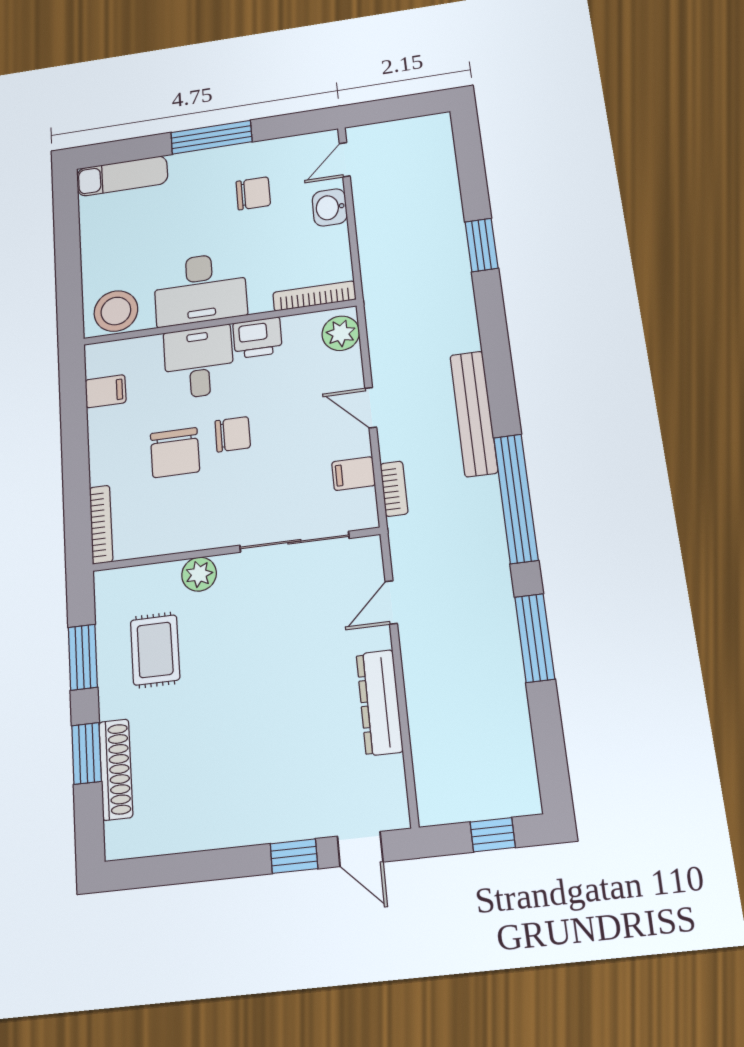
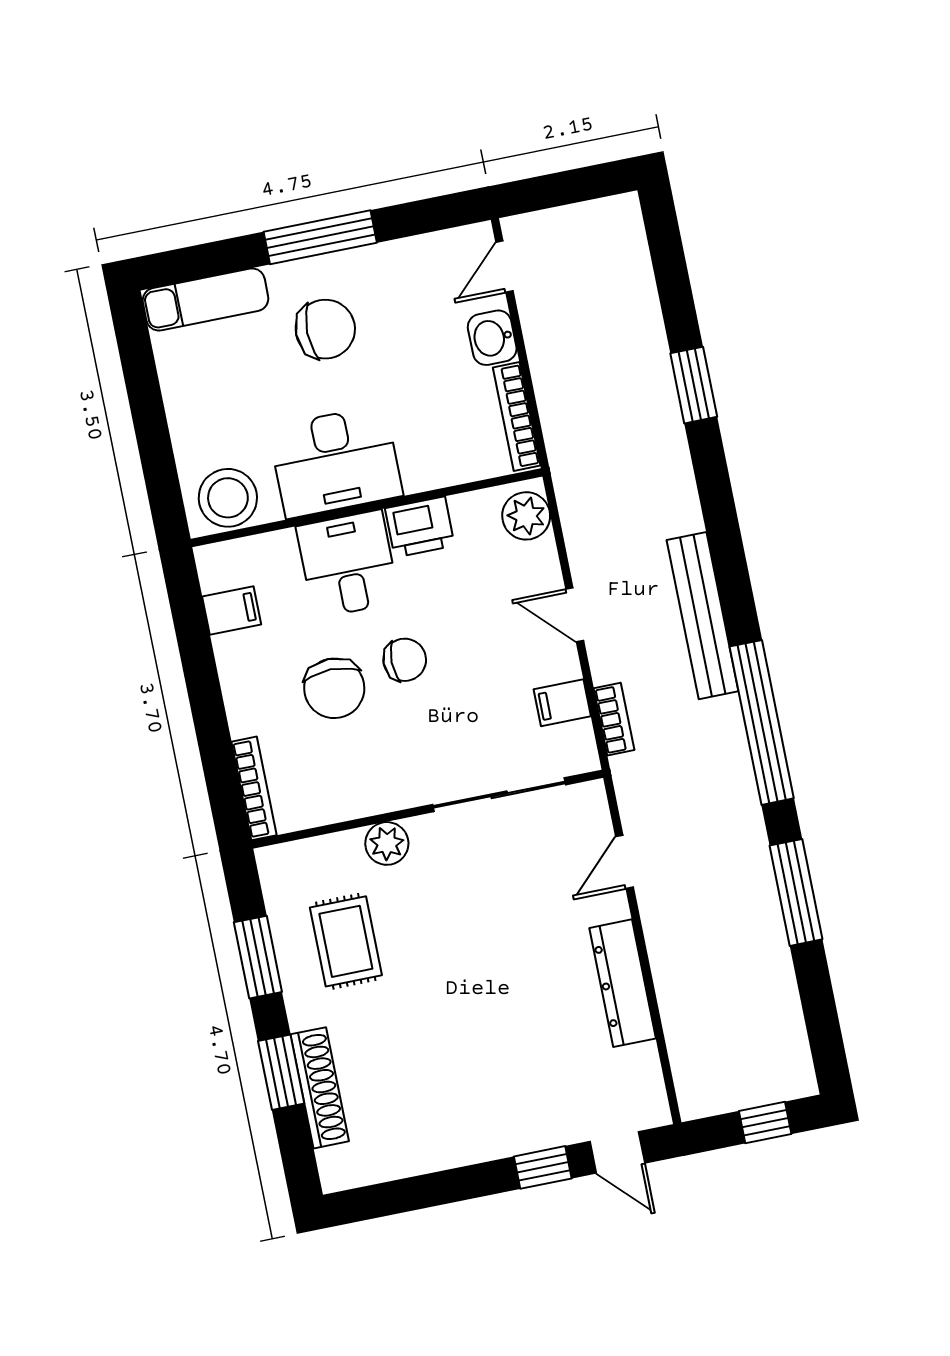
chair: (253, 193) -> (325, 329), moved, width x1.37, depth x1.37
bookcase: (314, 296) -> (517, 417), moved, turned -90

